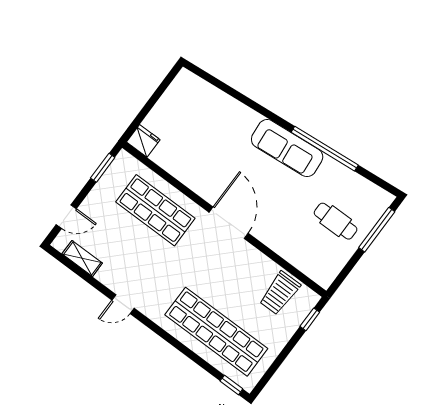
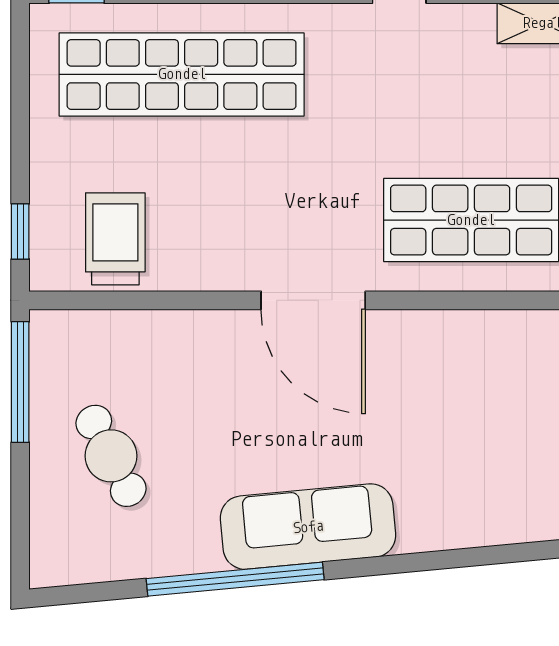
cafe table: (336, 221) -> (111, 456), turned 63
window: (377, 230) -> (20, 382), moved

